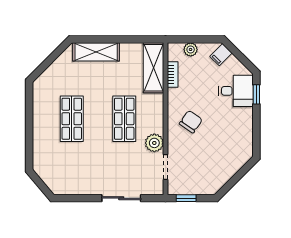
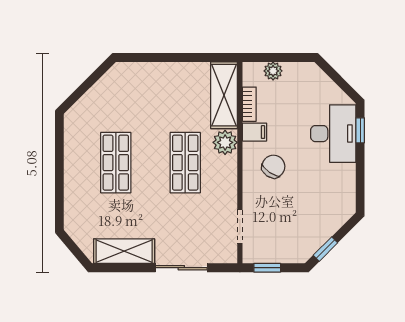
shelving: (96, 52) -> (124, 251), moved
filing cabinet: (221, 55) -> (255, 132), moved, turned -135
desk: (236, 91) -> (333, 134), width x1.37
plant: (154, 143) -> (225, 142), moved
window: (230, 184) -> (325, 249), added

